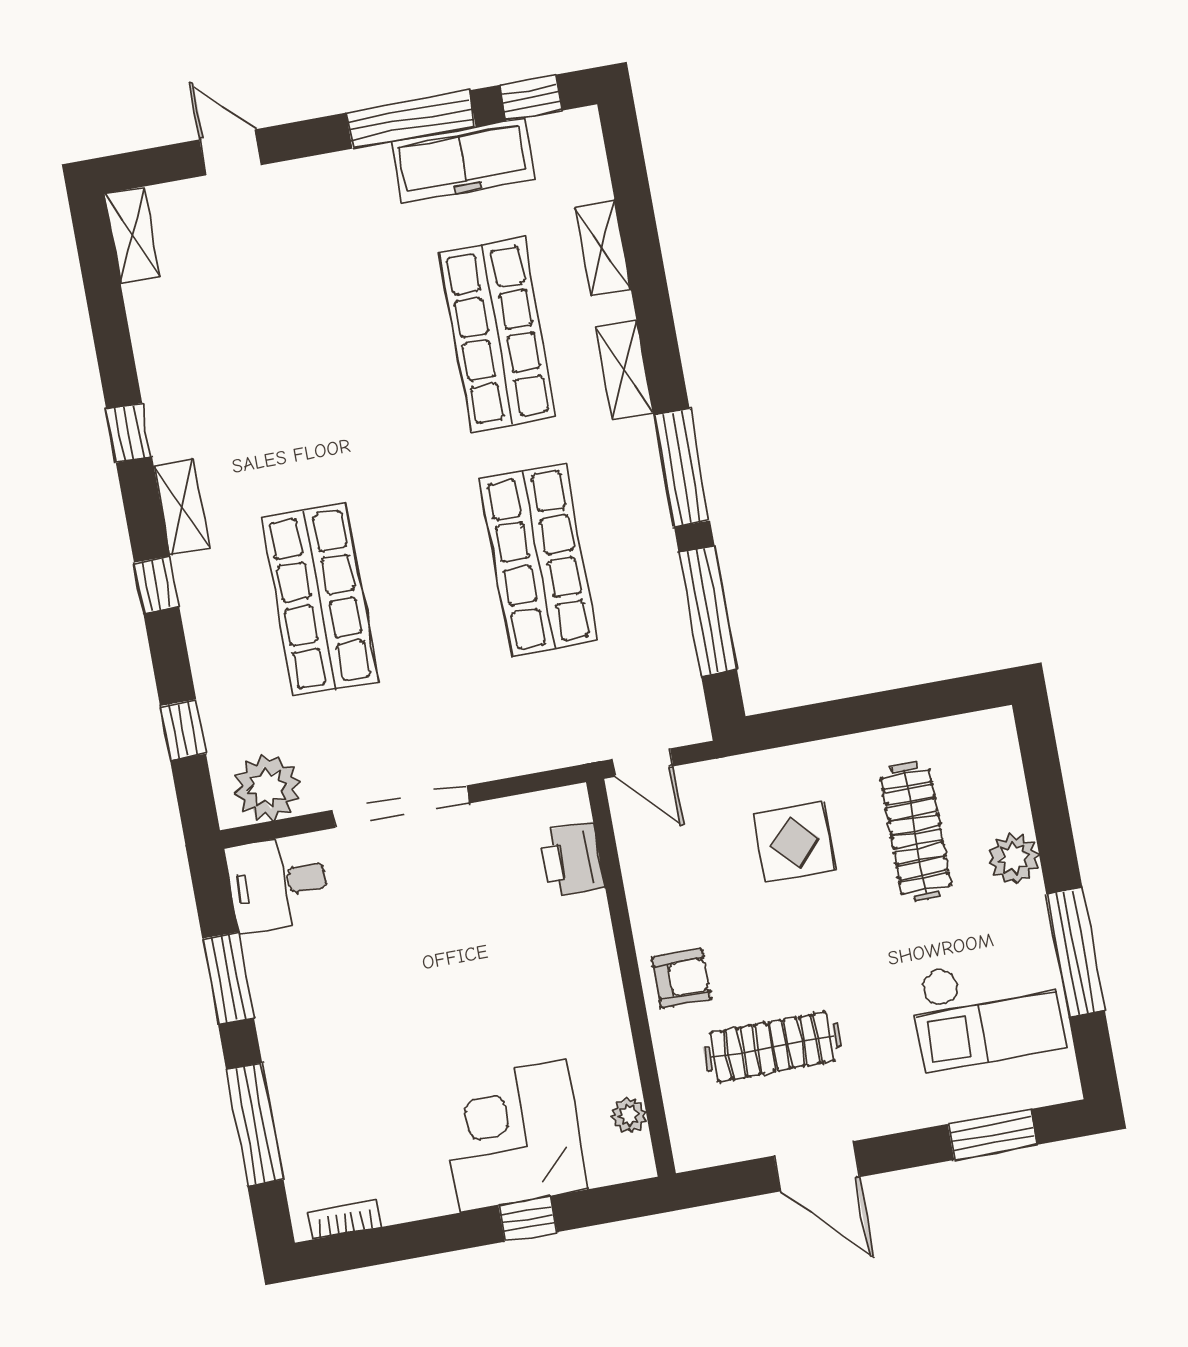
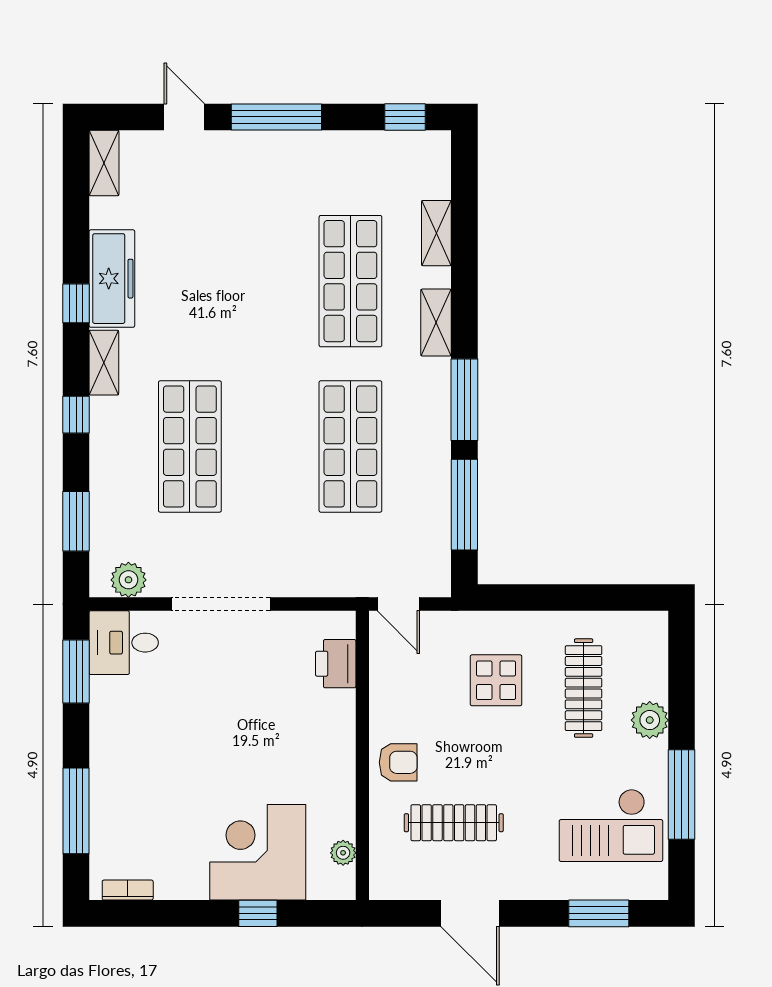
window: (411, 120) -> (276, 117), moved
freezer: (463, 160) -> (112, 279), moved, turned -90
window: (183, 730) -> (76, 521), width x1.50
plant: (267, 788) -> (128, 580), width x0.73, depth x0.73
window: (228, 978) -> (76, 671), moved

